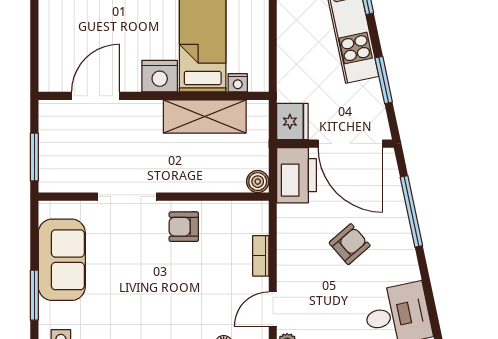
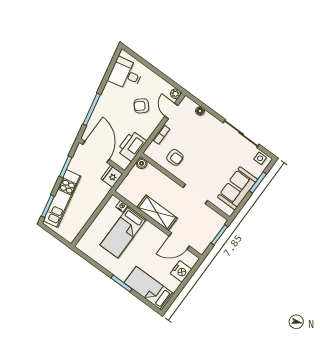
nightstand: (160, 76) -> (181, 271), moved, turned 90
shelving: (205, 116) -> (157, 213), moved
printer: (297, 175) -> (132, 146), moved
armchair: (184, 227) -> (175, 157), moved
armchair: (350, 244) -> (141, 106), moved
door: (273, 309) -> (171, 111), swing flipped

